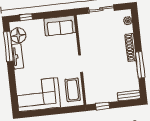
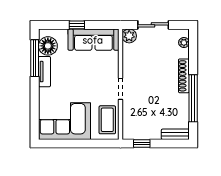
window: (26, 17) -> (77, 25), moved
plant: (83, 20) -> (129, 36), added
sofa: (60, 26) -> (93, 40), width x1.36
window: (140, 65) -> (193, 98), width x1.46

